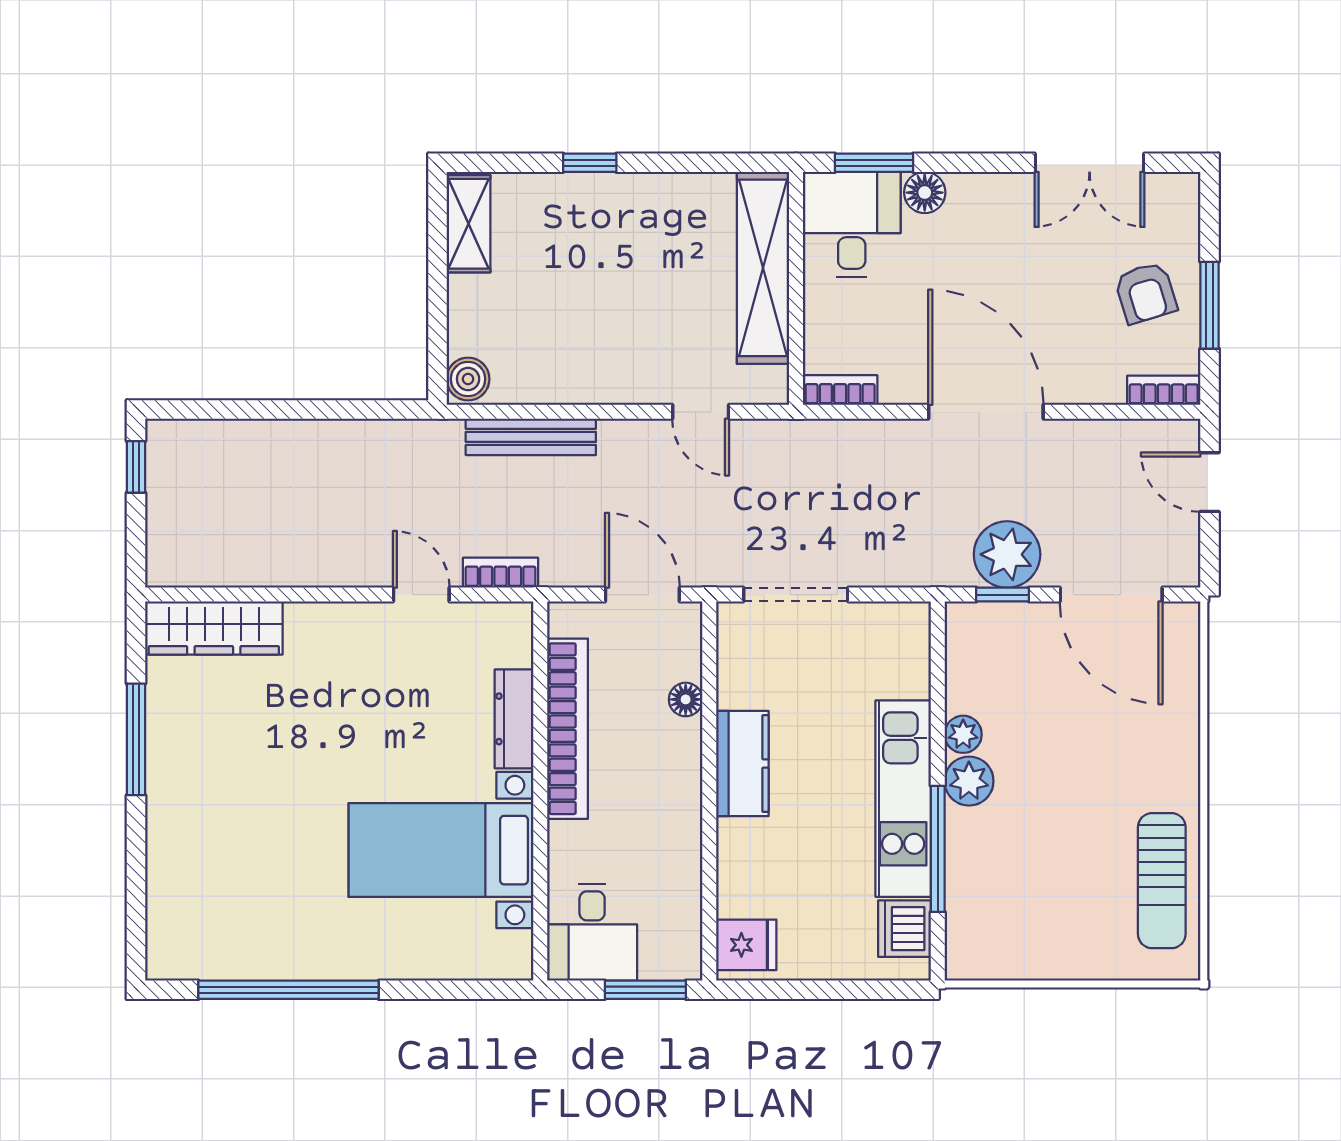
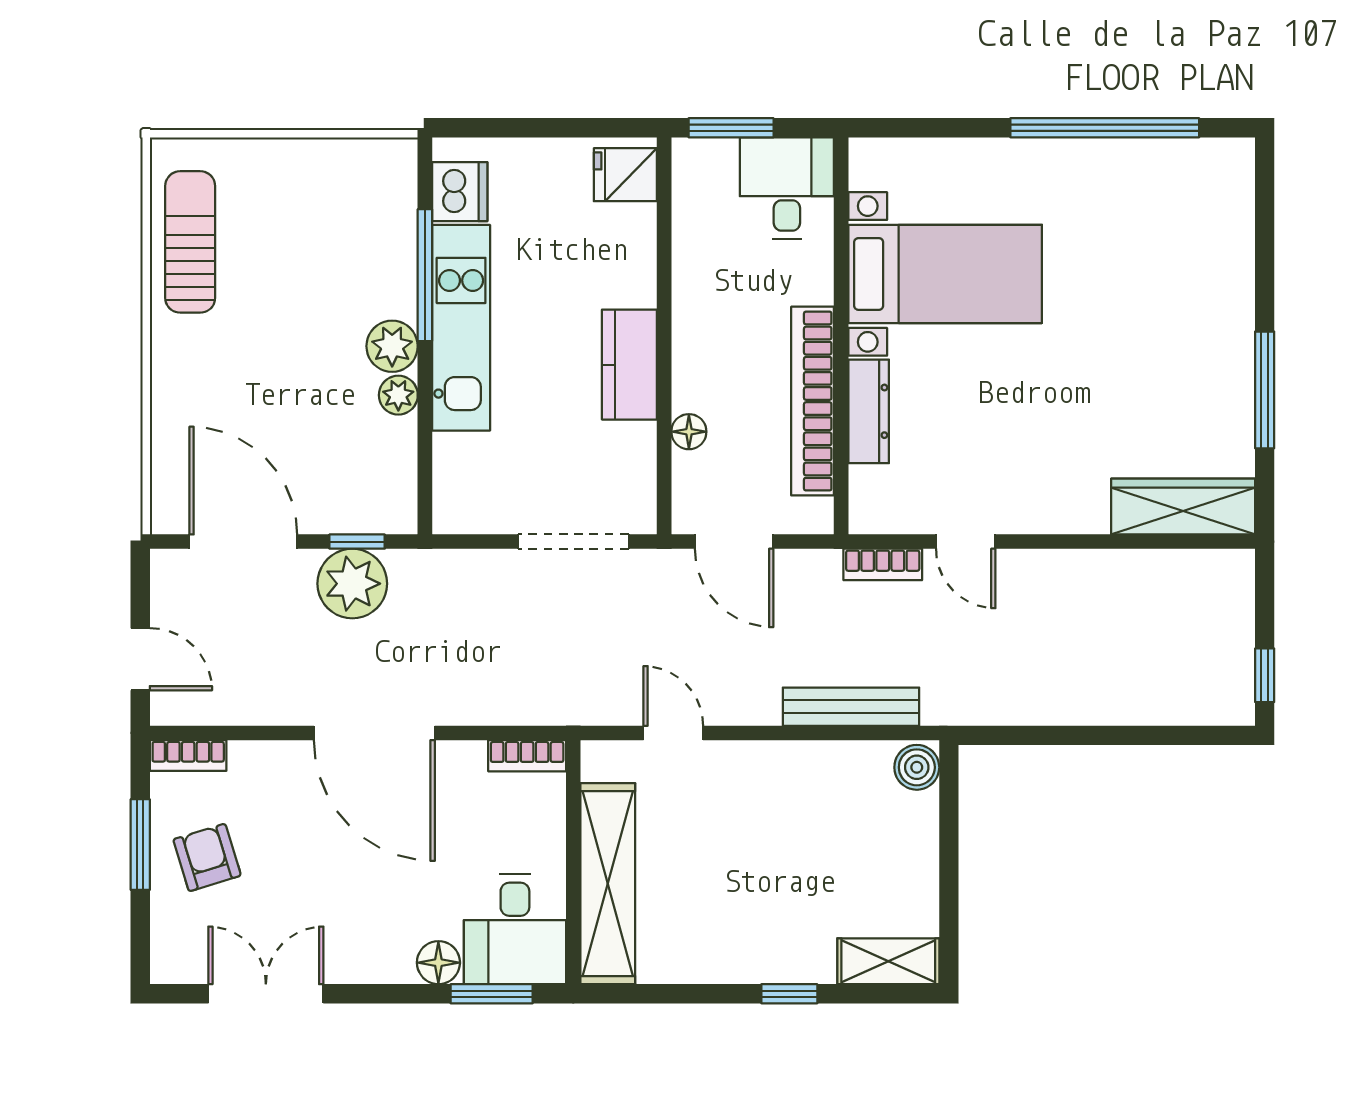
shelving: (468, 224) -> (888, 961), moved, turned 90

